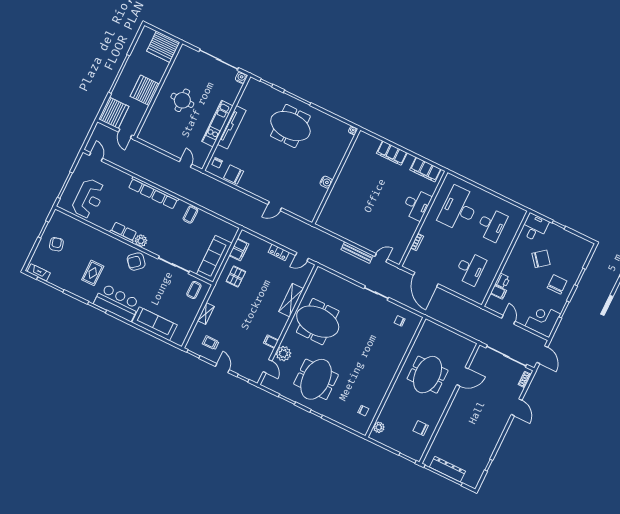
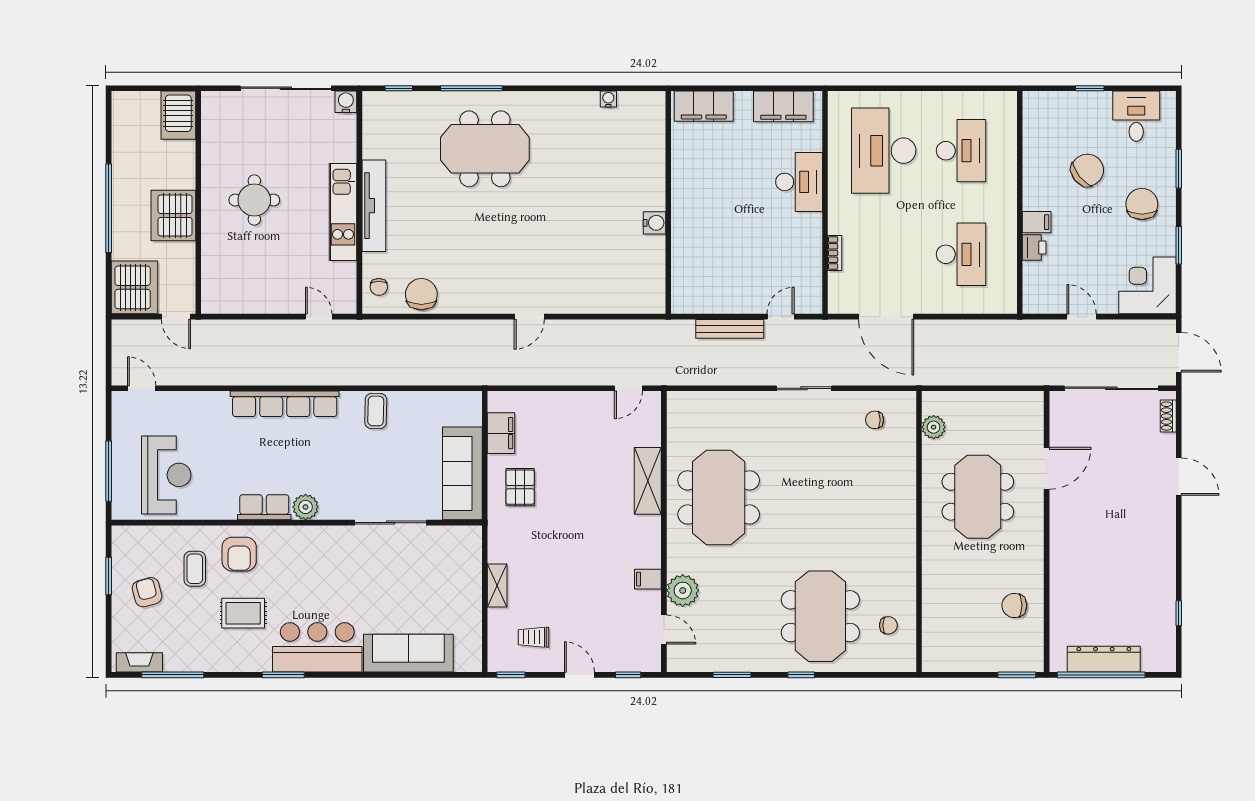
server rack: (163, 47) -> (178, 115), width x0.63
chair: (234, 175) -> (421, 294), turned 90
wall: (336, 176) -> (668, 202), moved
water cooler: (326, 182) -> (654, 223), moved
desk: (535, 228) -> (1136, 116), moved
locker: (279, 252) -> (580, 401), removed
armchair: (136, 262) -> (239, 554), moved, turned -49
rug: (93, 273) -> (243, 613), turned 90
coffee table: (194, 290) -> (195, 569), moved
filing cabinet: (498, 292) -> (1037, 222), moved
meeting table: (318, 322) -> (719, 497), turned 90
meeting table: (316, 379) -> (820, 616), moved
plant: (379, 427) -> (934, 427), moved

